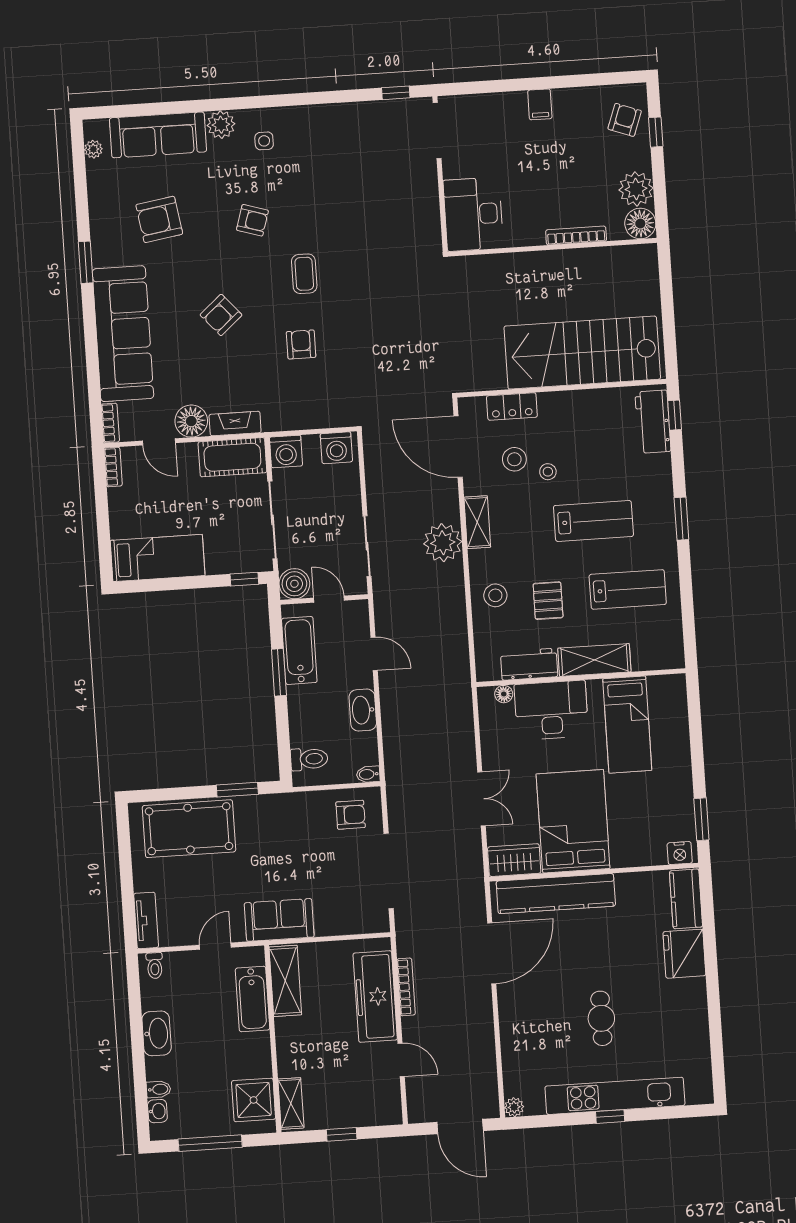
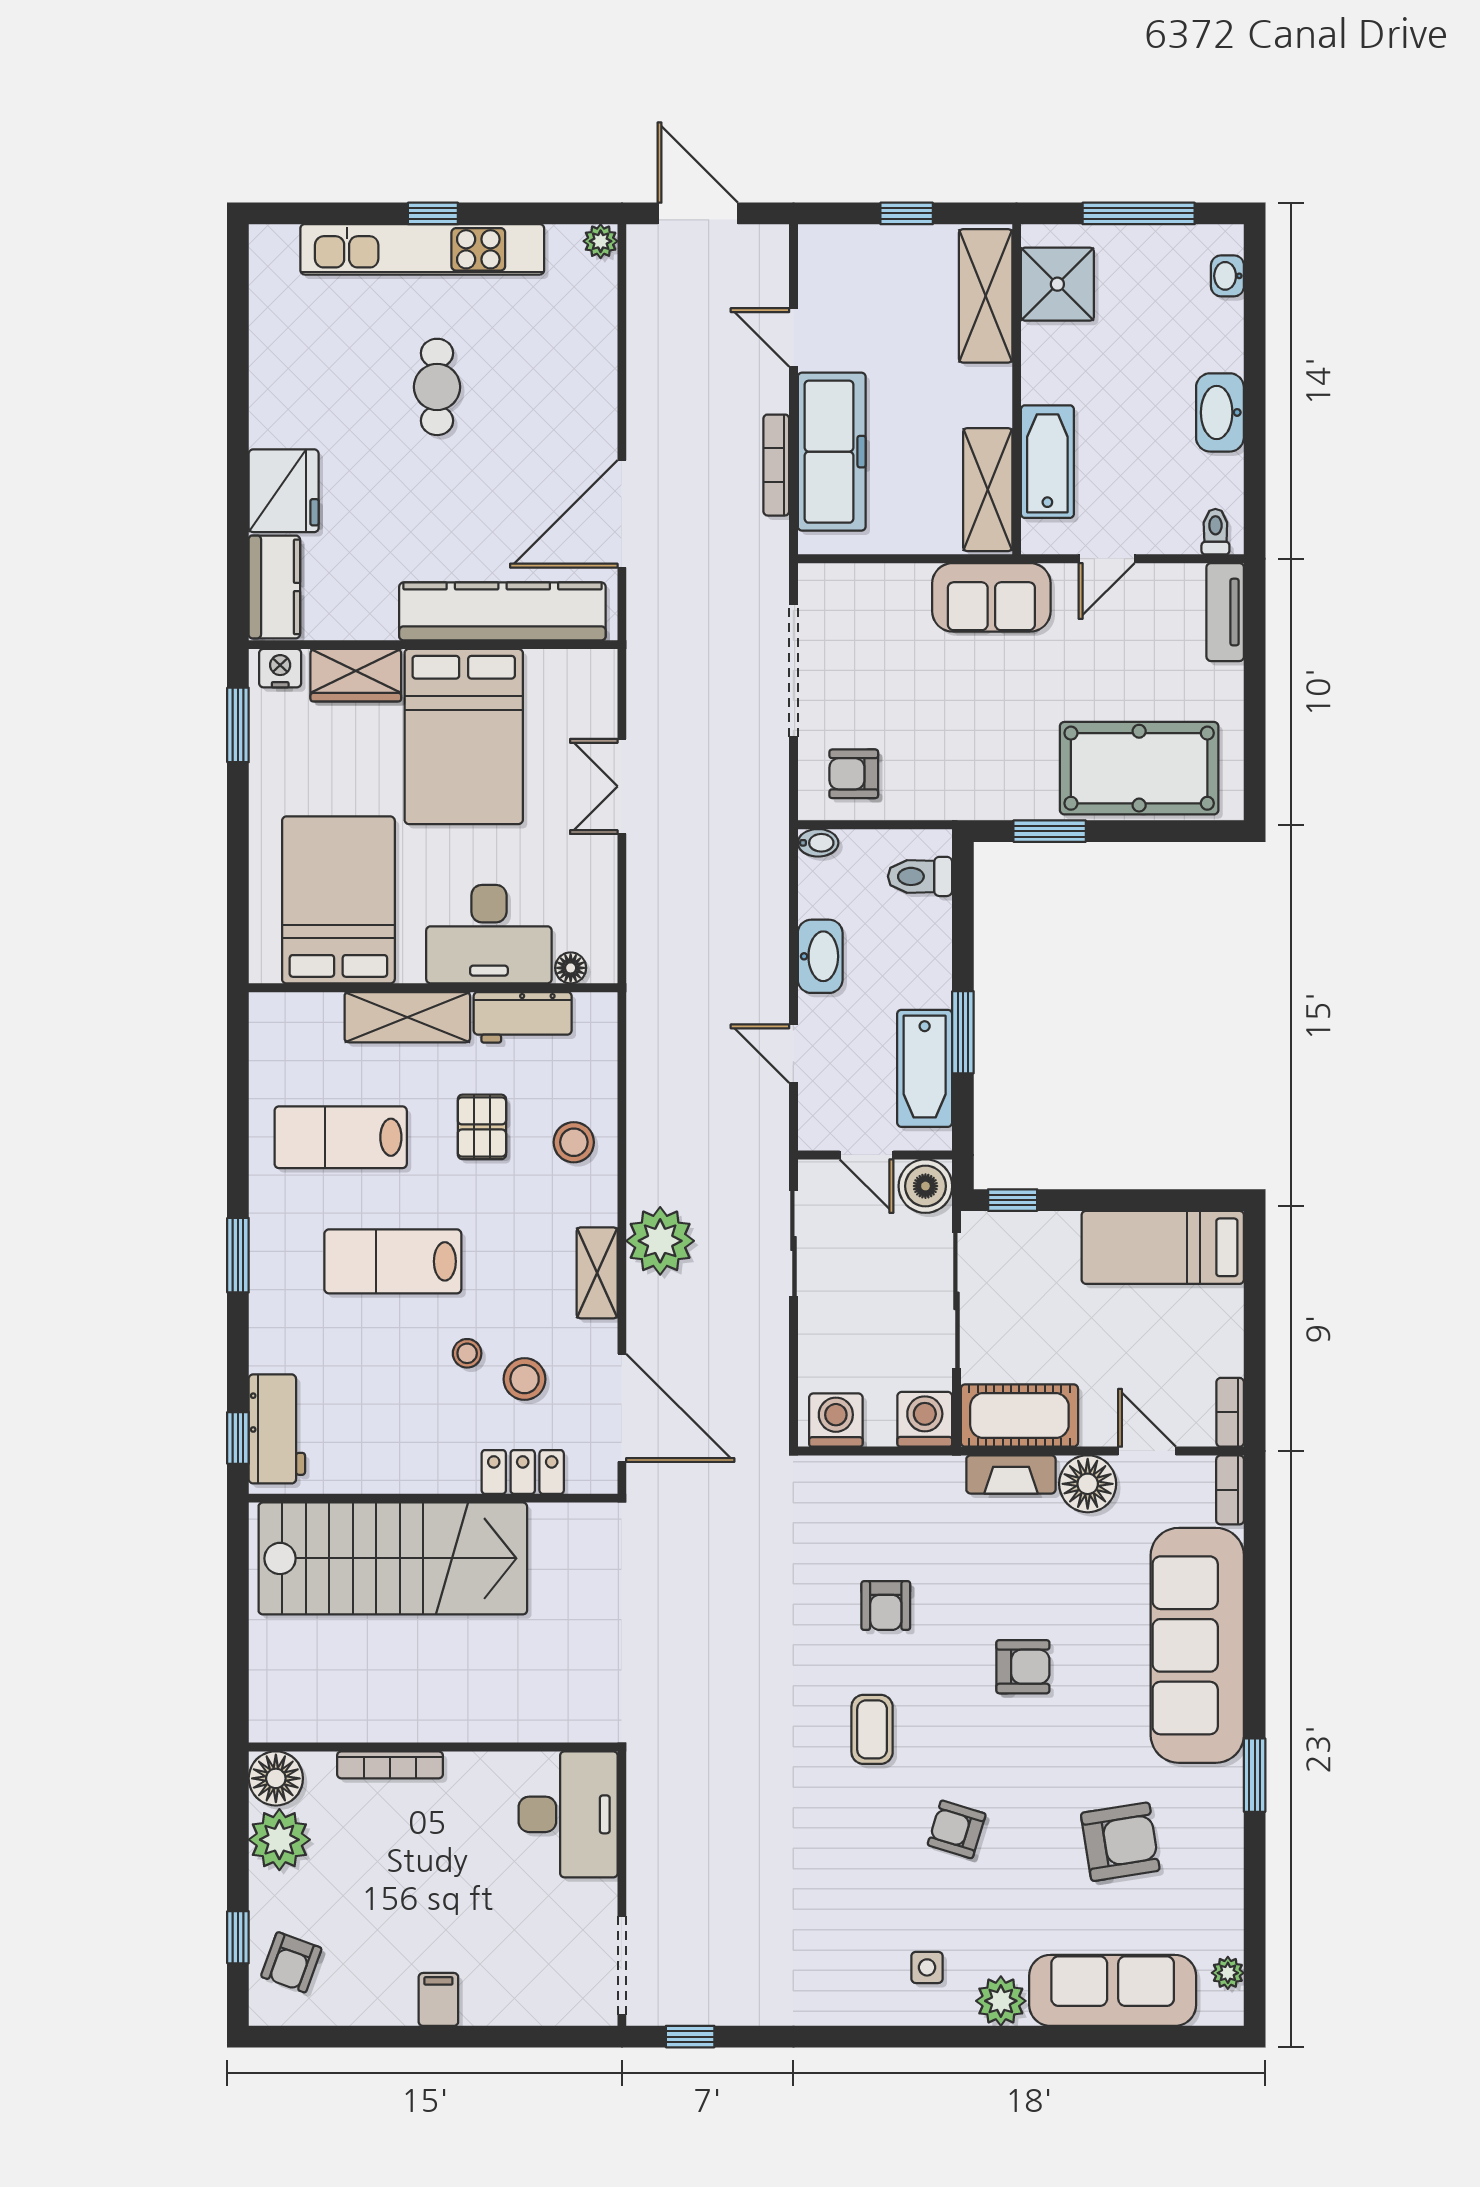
armchair: (221, 315) -> (1023, 1667), turned 41
bed: (627, 725) -> (338, 900), width x1.50
wardrobe: (514, 860) -> (356, 675), moved
bidet: (159, 1089) -> (1223, 314), removed
shelving: (291, 1103) -> (986, 296), width x1.50, depth x1.33

